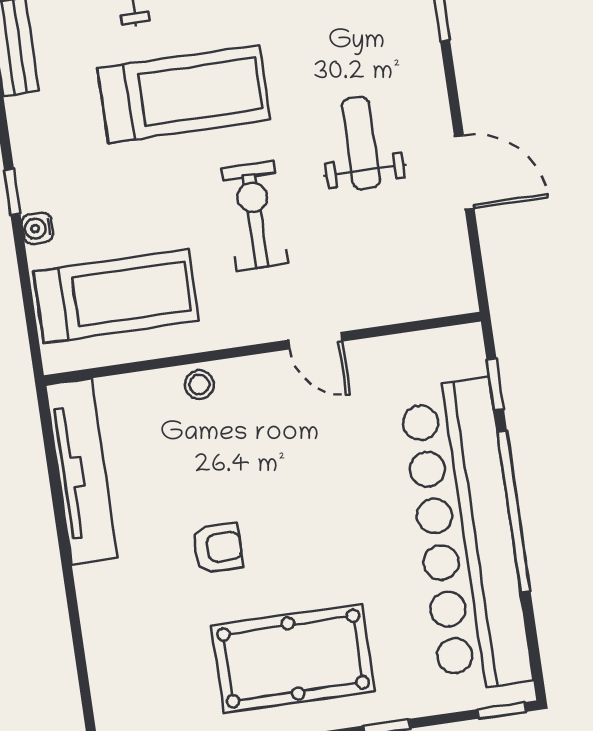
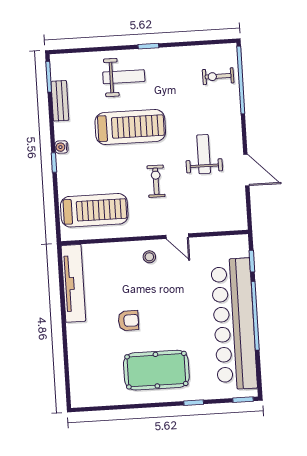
exercise bike: (255, 216) -> (156, 181), width x0.73, depth x0.72
water cooler: (37, 228) -> (61, 147), moved
stool: (199, 385) -> (149, 257), moved

